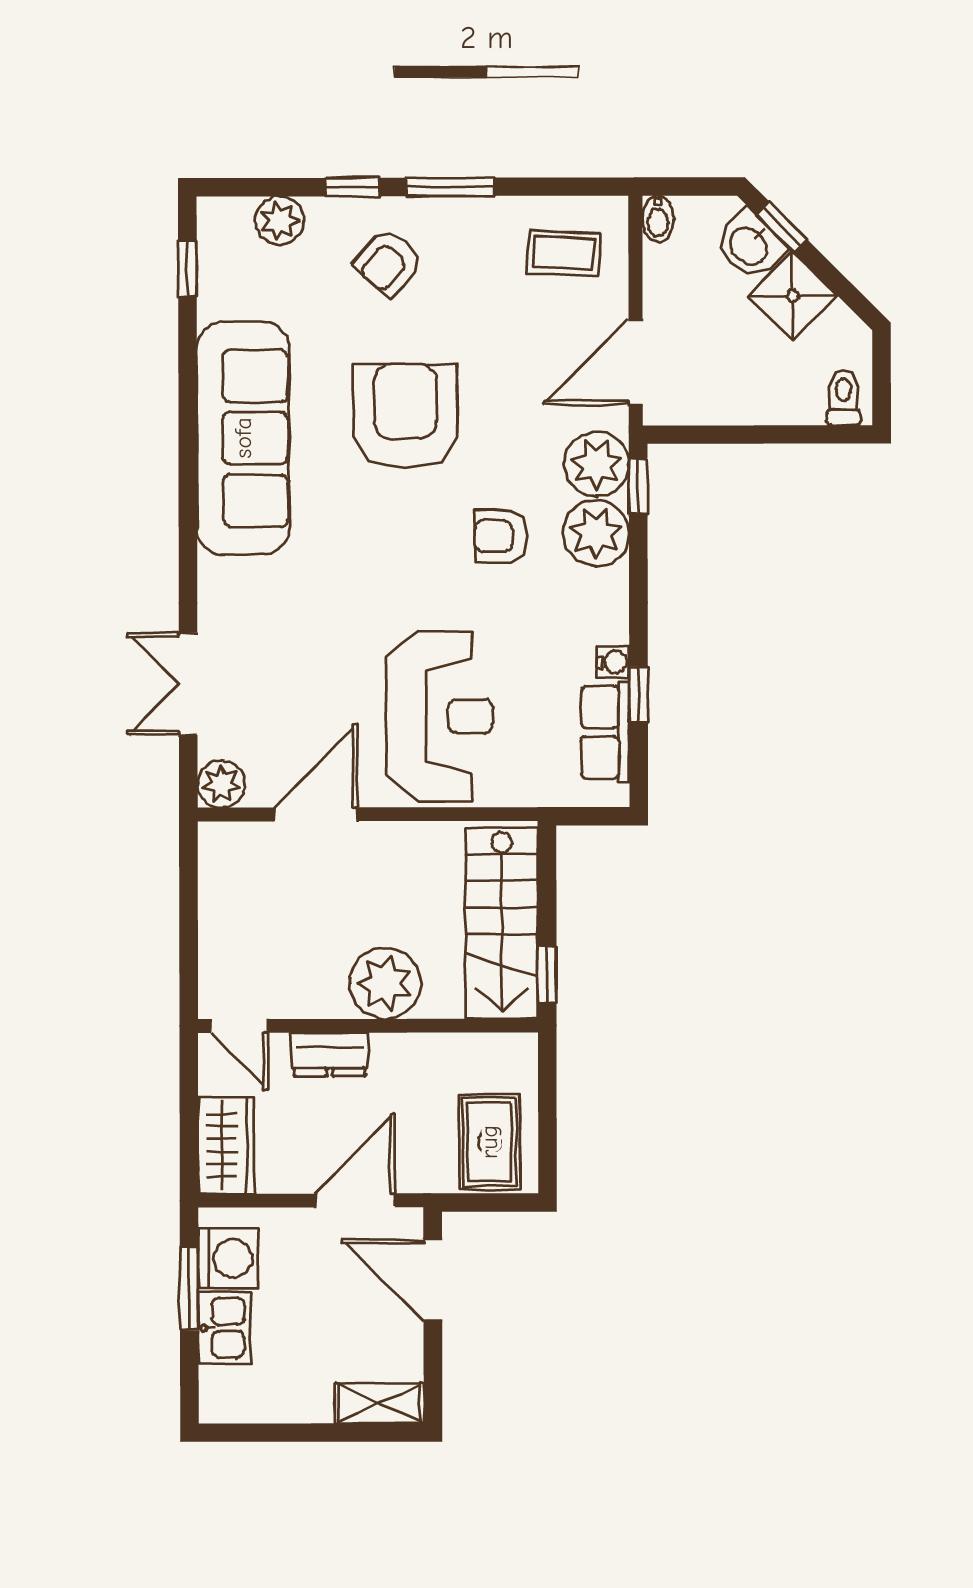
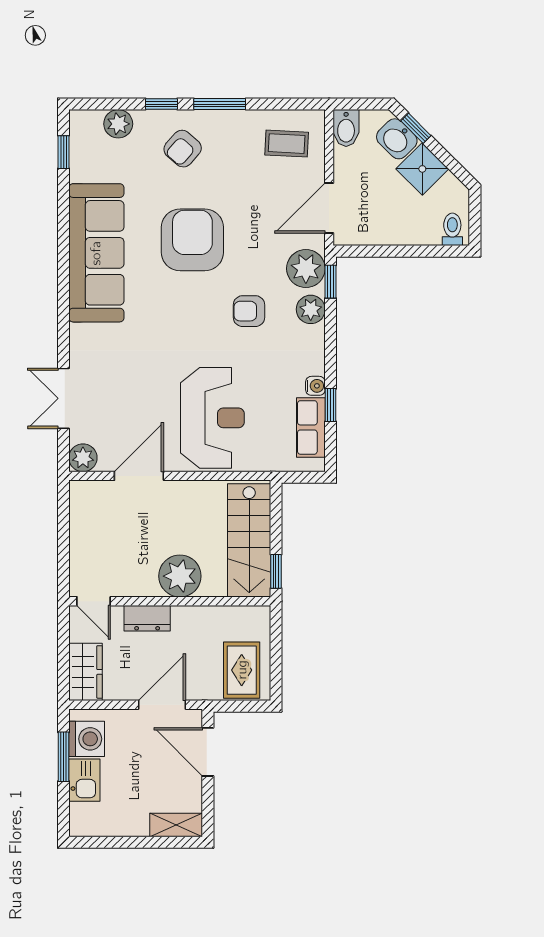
bidet: (658, 219) -> (346, 128), width x1.38, depth x1.36
plant: (596, 533) -> (311, 309), width x0.73, depth x0.73

